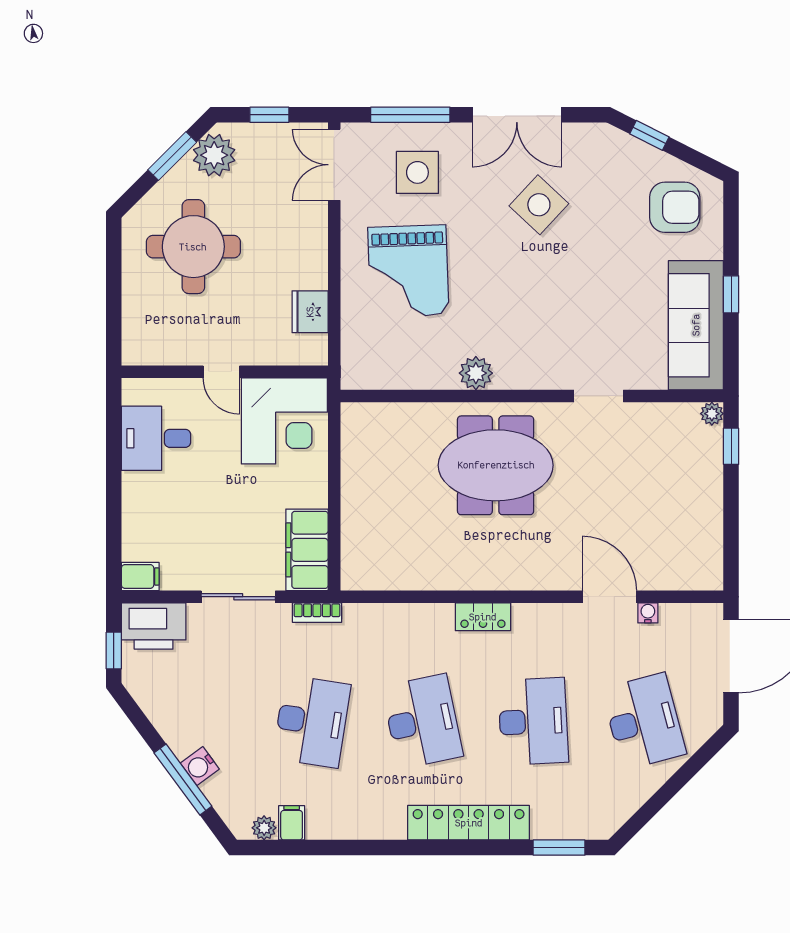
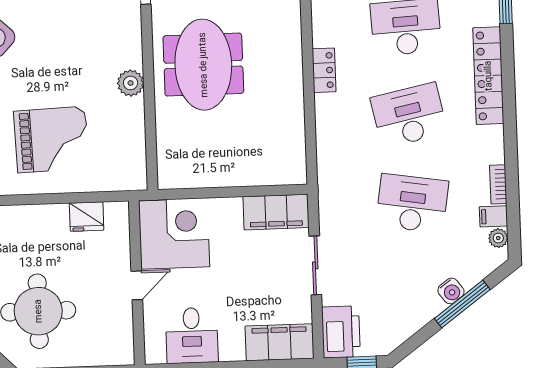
filing cabinet: (140, 576) -> (279, 342), width x3.00, depth x1.17
bookcase: (317, 613) -> (498, 184), moved, turned 180

